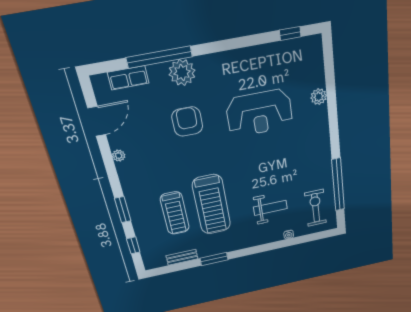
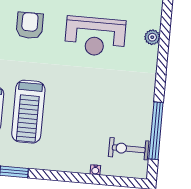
weight bench: (270, 208) -> (84, 134), removed
exercise bike: (316, 208) -> (129, 149), turned -90

